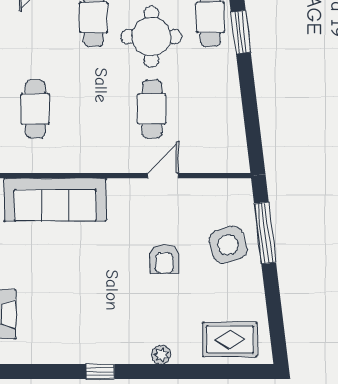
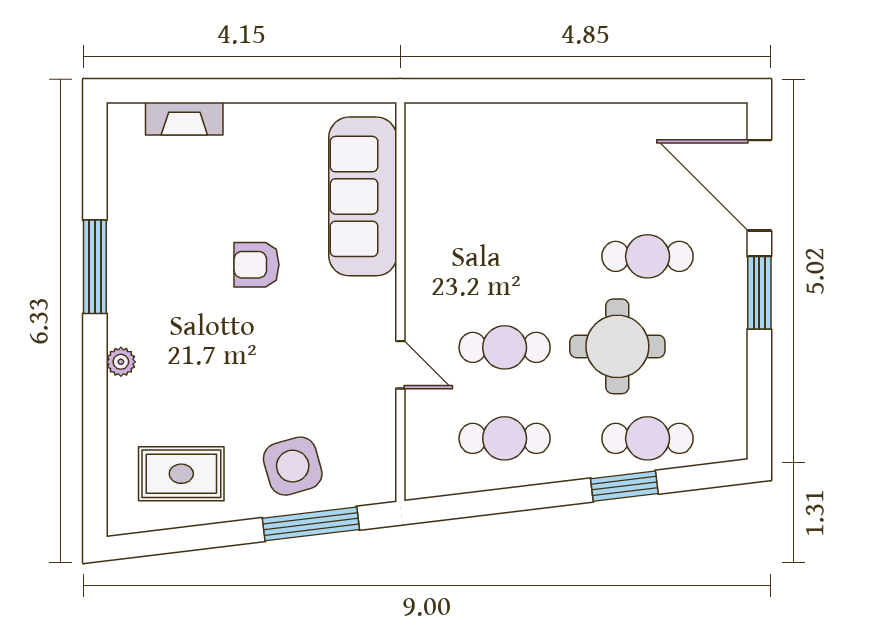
cafe table: (35, 109) -> (505, 438), moved
armchair: (164, 259) -> (257, 265), moved
rug: (230, 339) -> (181, 474), moved, turned 90
window: (100, 371) -> (95, 267), width x2.17

